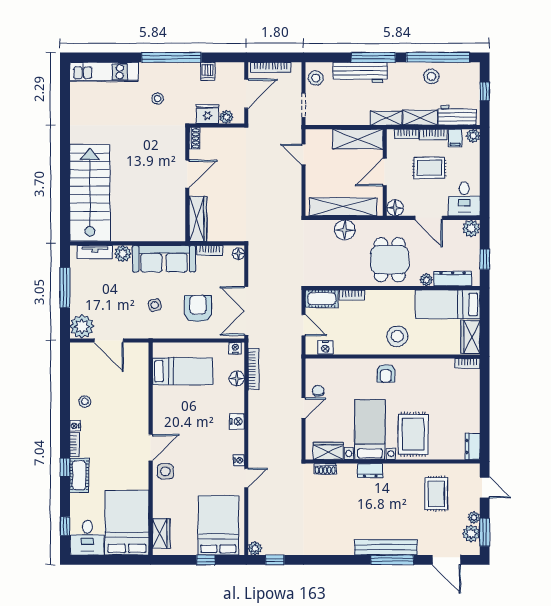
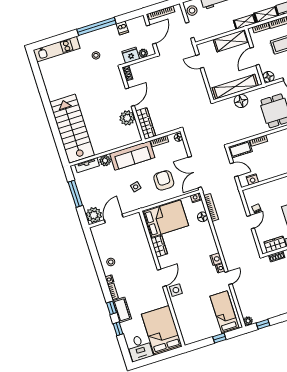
plant: (174, 202) -> (127, 118), added
door: (109, 341) -> (114, 219), swing flipped
bed: (183, 371) -> (165, 219), width x1.50
nightstand: (237, 421) -> (216, 259), moved
bed: (218, 525) -> (225, 312), width x0.67
window: (65, 526) -> (118, 329), moved
wardrobe: (161, 533) -> (159, 246), moved

